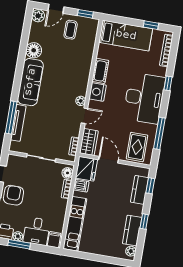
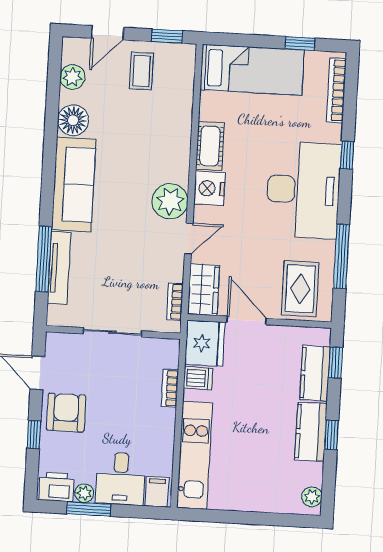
plant: (38, 16) -> (72, 77), moved
plant: (81, 101) -> (170, 201), width x1.87, depth x1.87
floor lamp: (68, 173) -> (168, 356), removed
kitchen counter: (132, 231) -> (311, 432), moved

